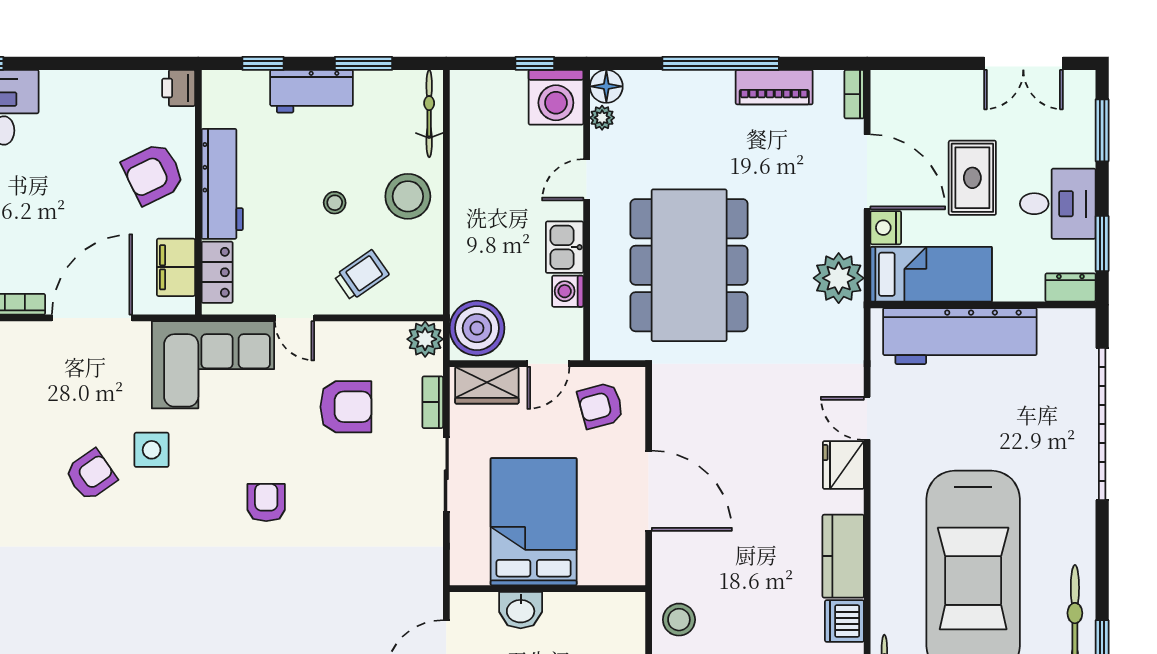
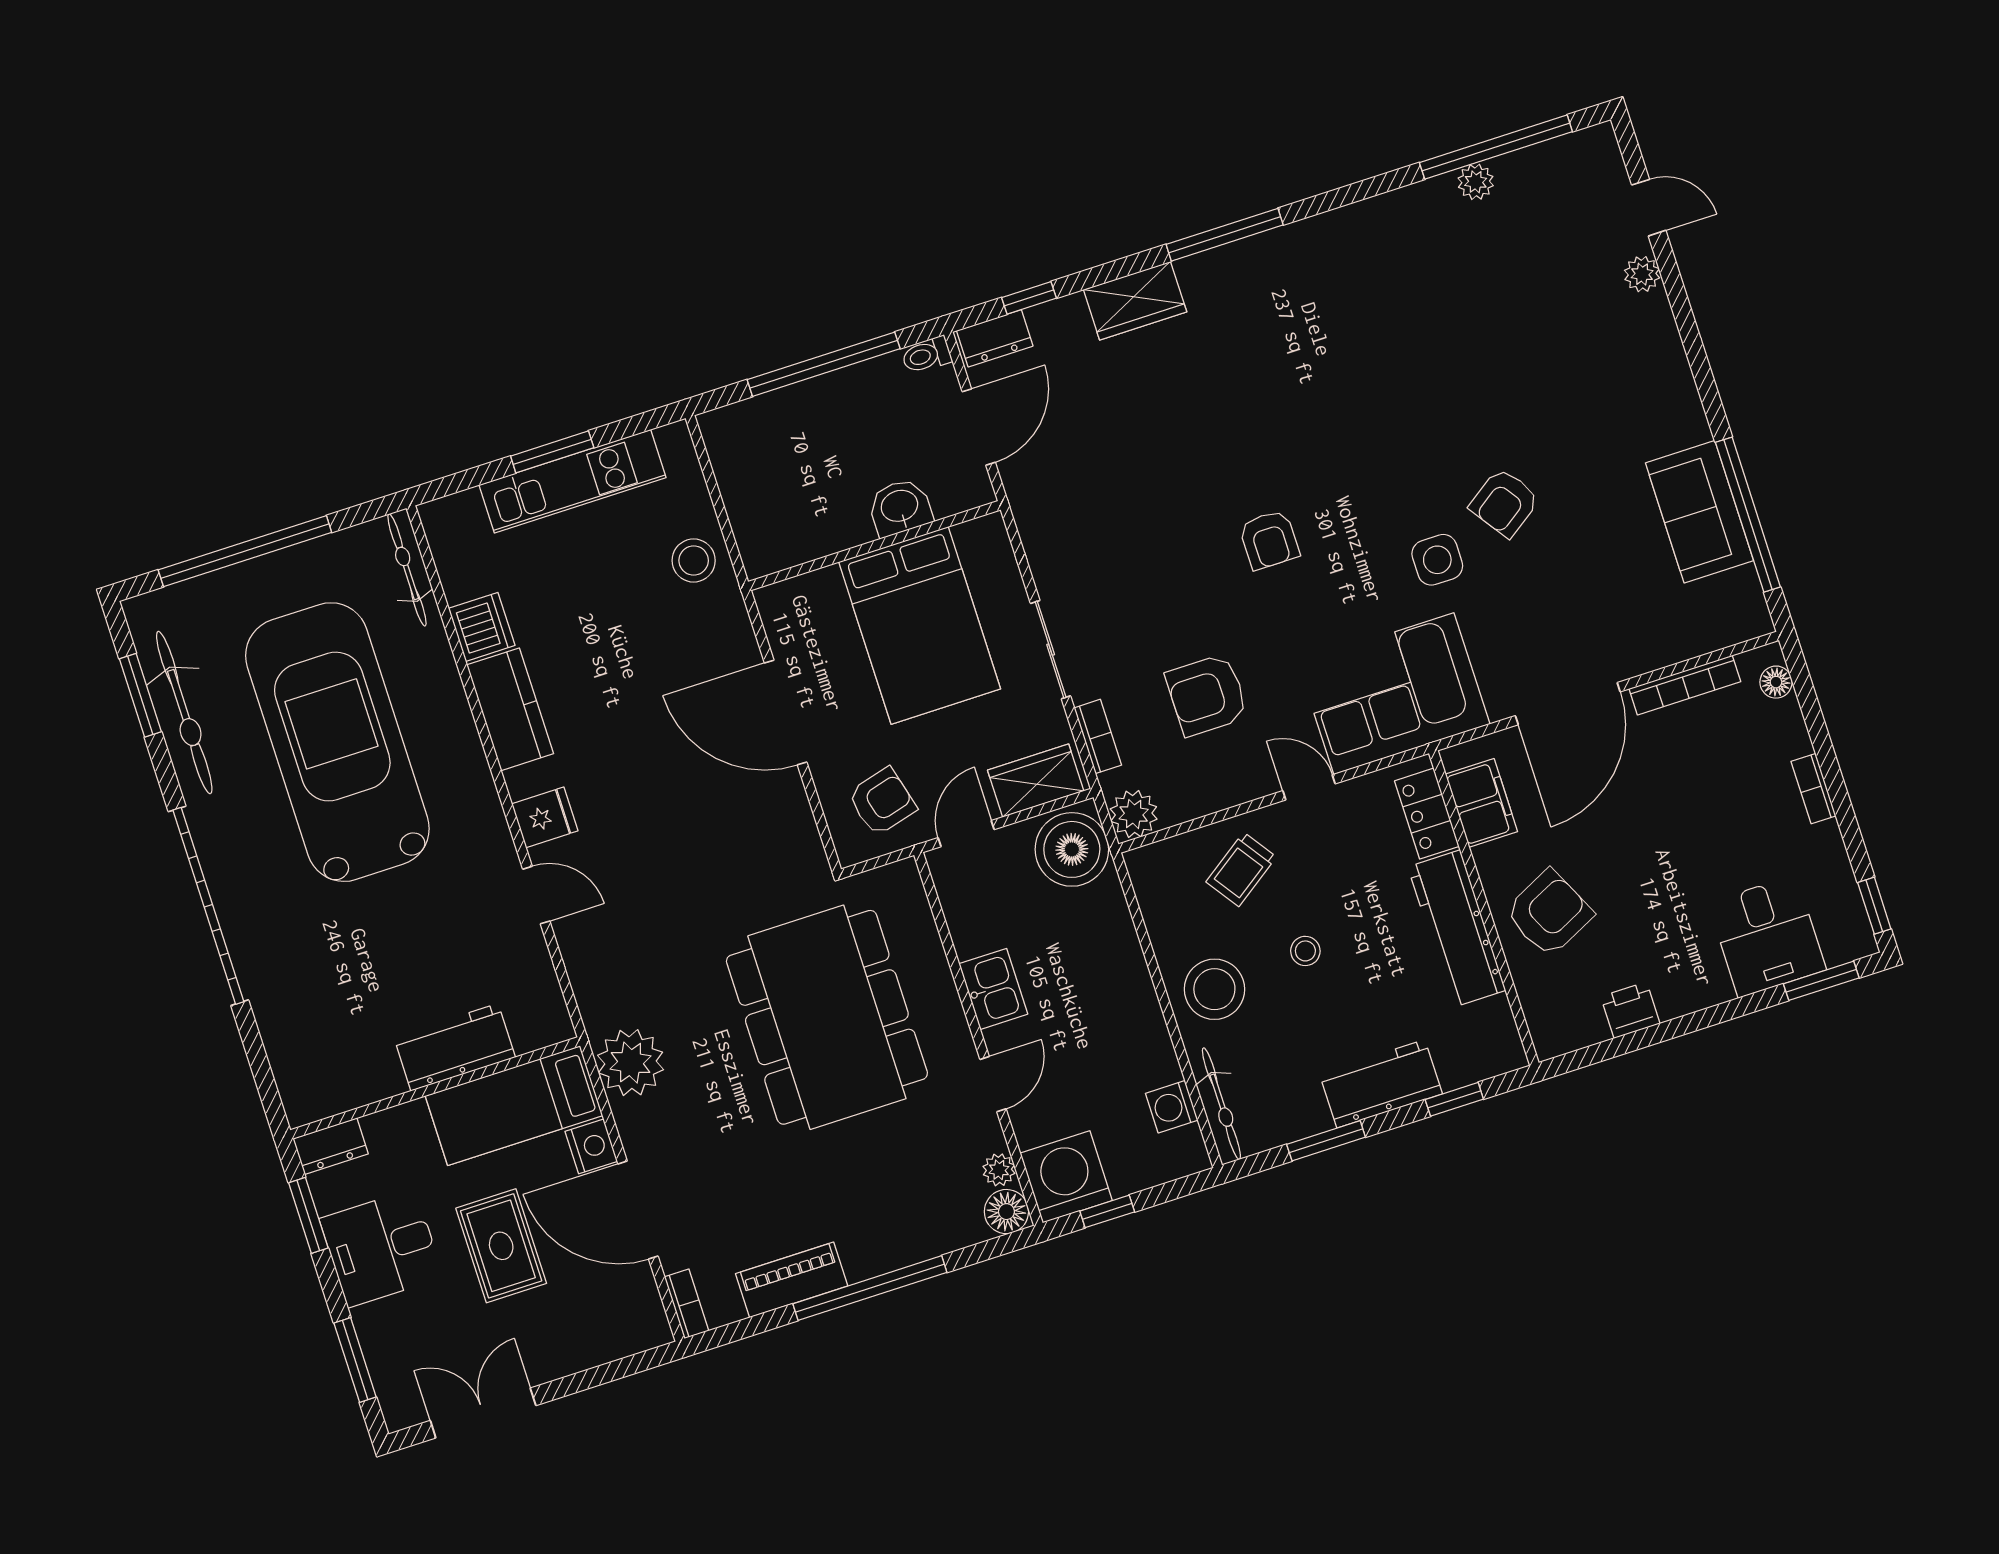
printer: (179, 88) -> (1630, 1010), moved, turned -90
washing machine: (568, 291) -> (1172, 1107), moved, turned 180
workbench: (960, 336) -> (455, 1047), width x0.53, depth x0.76
garage door: (1102, 424) -> (208, 906), moved
fridge: (843, 465) -> (545, 817), width x0.72

